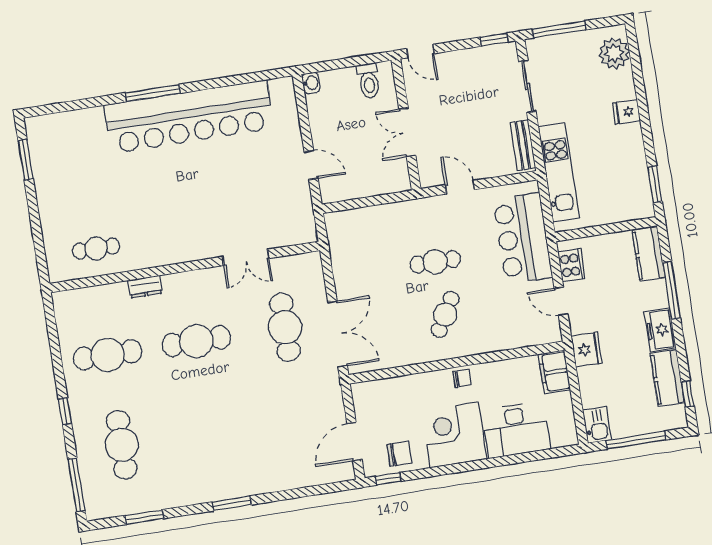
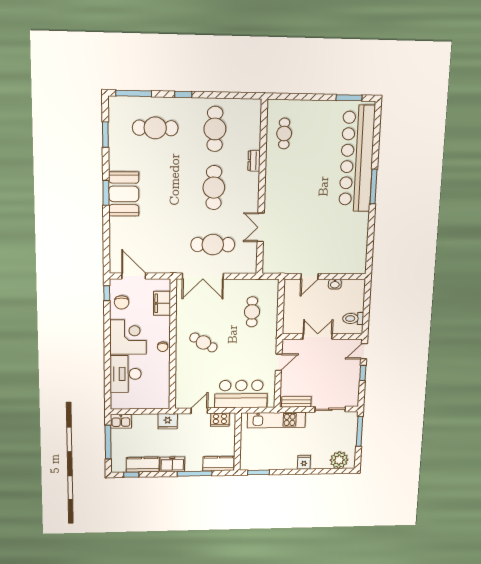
window: (494, 40) -> (363, 373), moved
washbasin: (311, 83) -> (335, 284), moved
bar counter: (189, 117) -> (357, 159), moved
cafe table: (435, 262) -> (252, 312), moved
filing cabinet: (554, 372) -> (162, 303), moved, turned -90
booth: (229, 476) -> (124, 194), added

